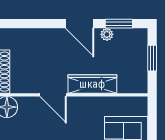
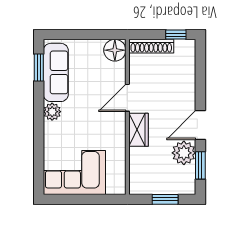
plant: (107, 34) -> (184, 153), width x1.88, depth x1.88
wardrobe: (92, 84) -> (138, 130), width x0.67

